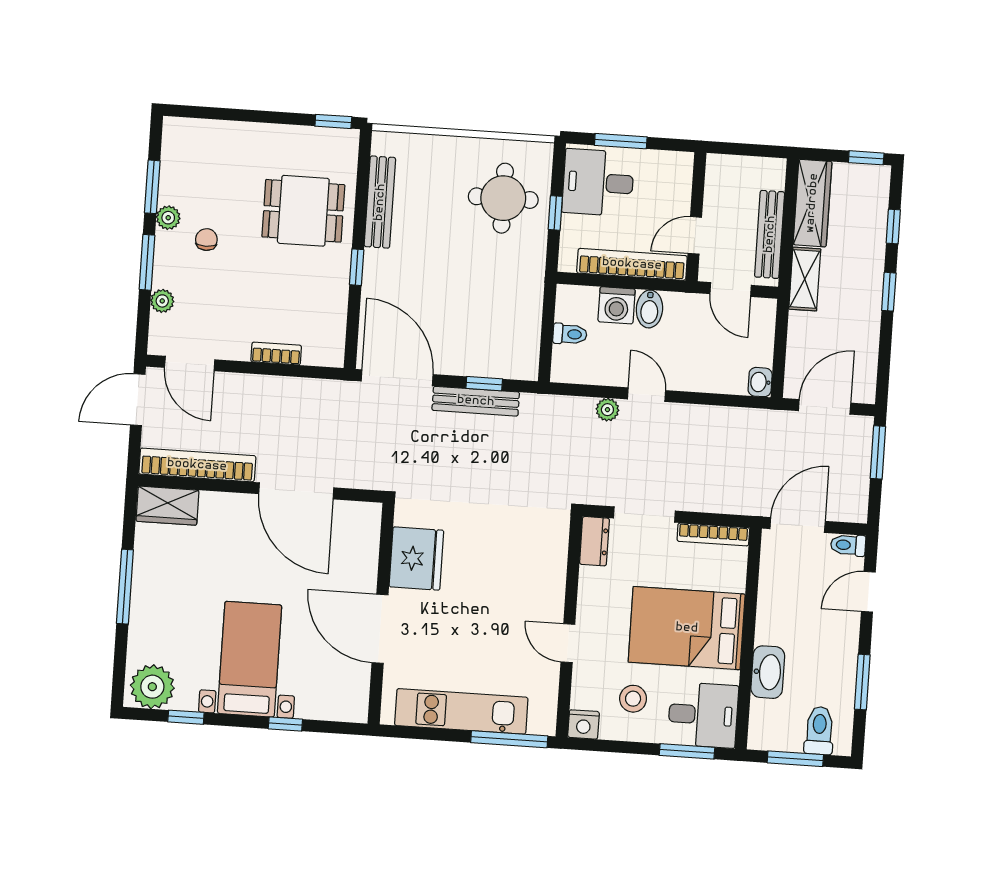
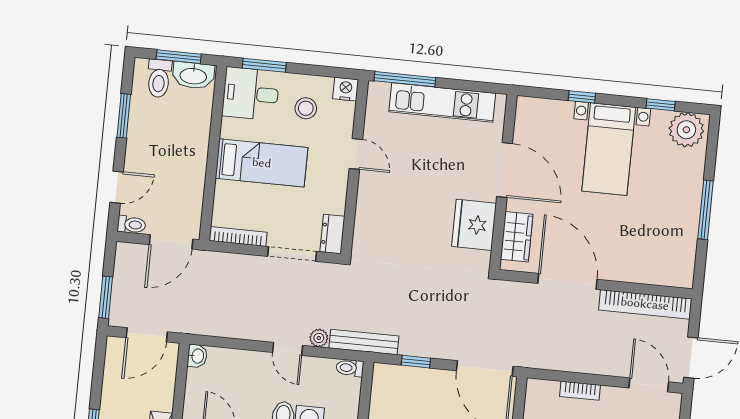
toilet: (570, 334) -> (350, 368), moved
bench: (476, 401) -> (364, 342), moved
wardrobe: (167, 506) -> (517, 237), moved, turned 90
bed: (687, 628) -> (262, 163), width x0.67
washbasin: (768, 672) -> (193, 75), moved, turned -90

